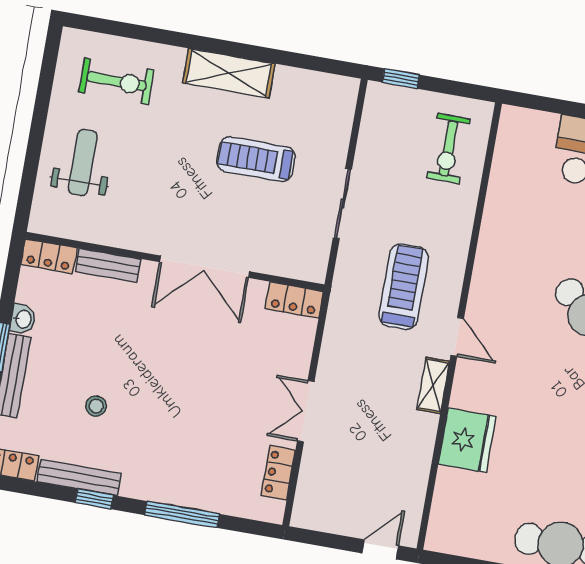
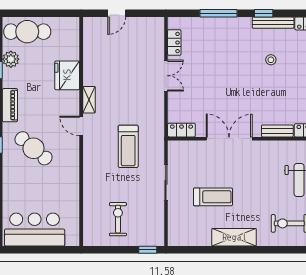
wall: (459, 326) -> (81, 132), moved
door: (457, 337) -> (81, 126), moved
shelving: (433, 385) -> (89, 100), moved
fridge: (467, 440) -> (67, 75), moved

